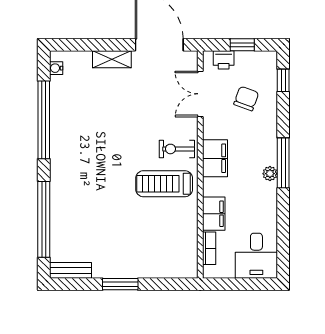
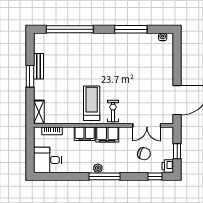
shelving: (112, 59) -> (39, 112), moved
printer: (224, 60) -> (168, 166), moved
double door: (200, 94) -> (147, 125), swing flipped
window: (44, 120) -> (131, 29), width x0.68
filing cabinet: (214, 214) -> (85, 134), moved
bench: (71, 270) -> (38, 66), moved

